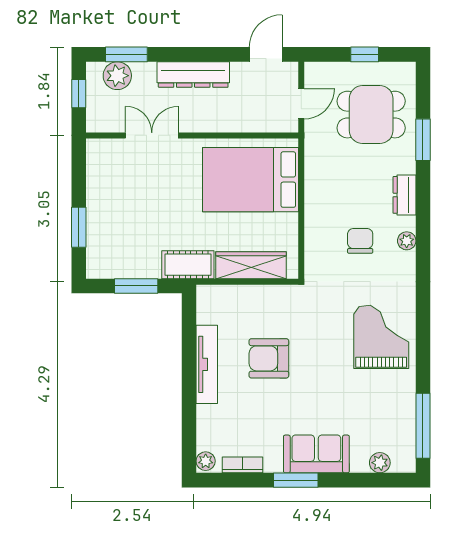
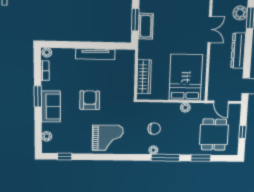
plant: (314, 178) -> (185, 108), added
dresser: (404, 195) -> (175, 149), removed
window: (423, 215) -> (165, 158), added
cot: (188, 265) -> (146, 26), moved
armchair: (269, 358) -> (90, 100), moved
window: (423, 426) -> (65, 156), width x0.46

